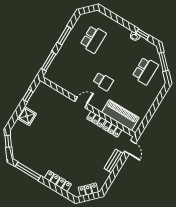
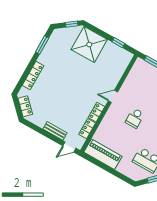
door: (81, 102) -> (113, 96), swing flipped
piano: (120, 115) -> (103, 154), moved, turned -90
shower: (27, 116) -> (89, 45), width x1.86, depth x1.86
window: (28, 171) -> (42, 45), width x0.69

